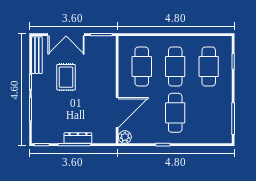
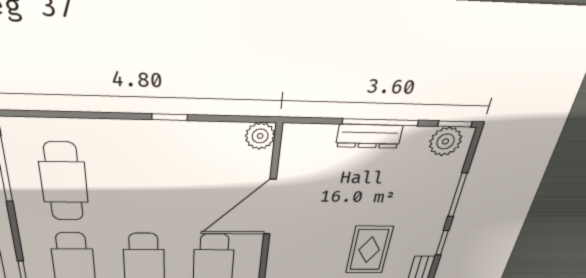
door: (117, 113) -> (270, 207), moved
cafe table: (175, 113) -> (64, 182), moved
plant: (44, 136) -> (446, 141), added

